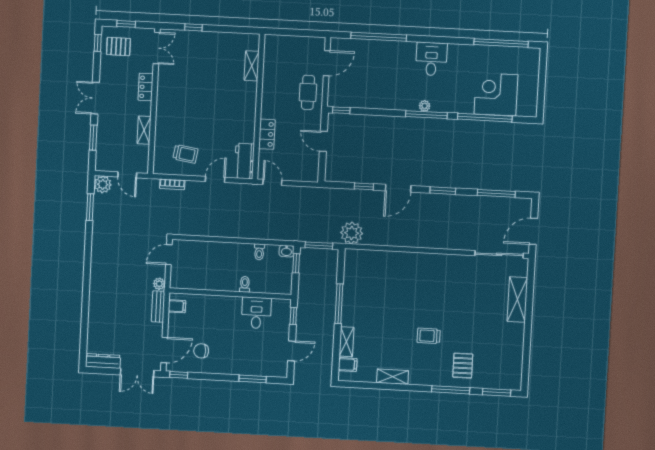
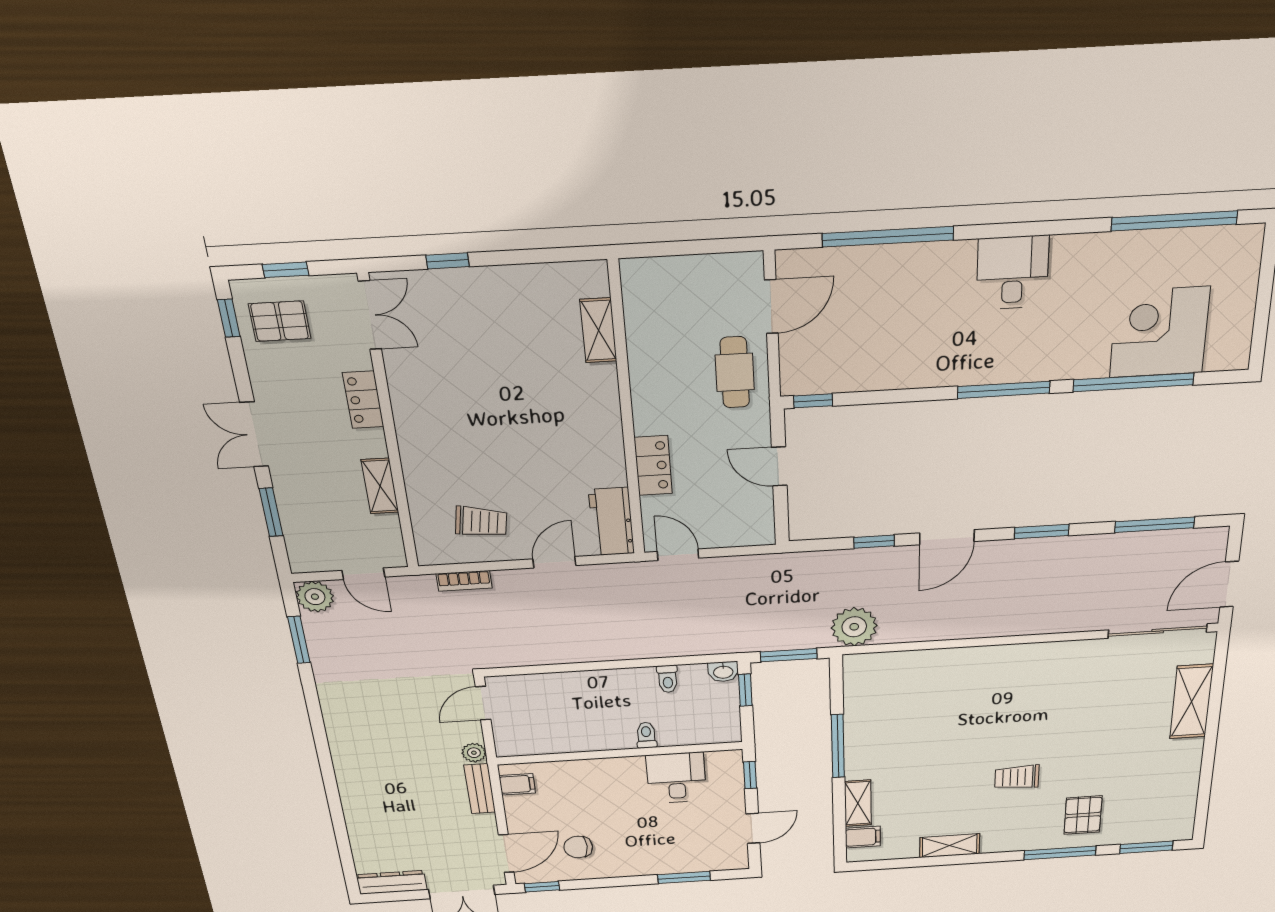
plant: (425, 106) -> (999, 373), removed

